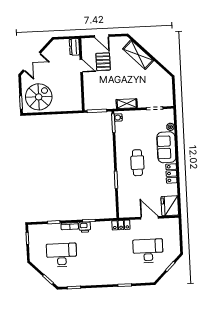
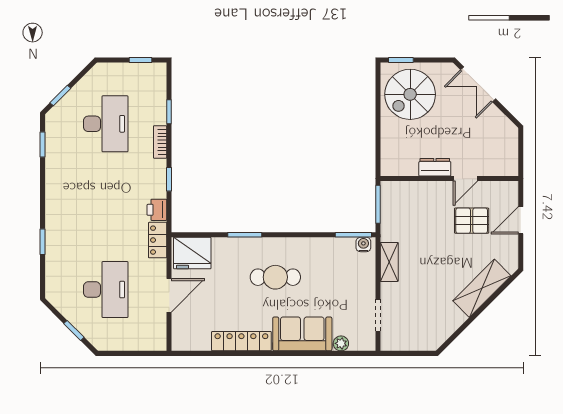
dresser: (74, 47) -> (435, 167), moved
spiral stairs: (39, 97) -> (410, 94), turned 90
locker: (171, 173) -> (241, 341), width x1.53
fridge: (170, 206) -> (192, 253), moved, turned 180
printer: (85, 227) -> (157, 210), moved

